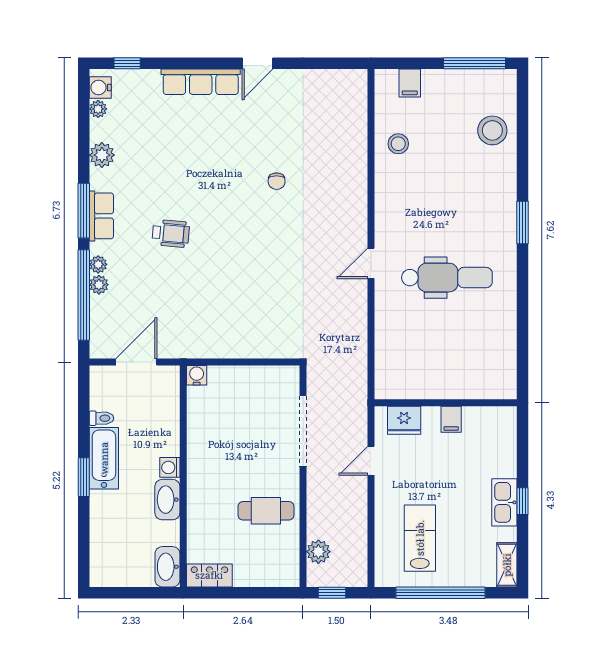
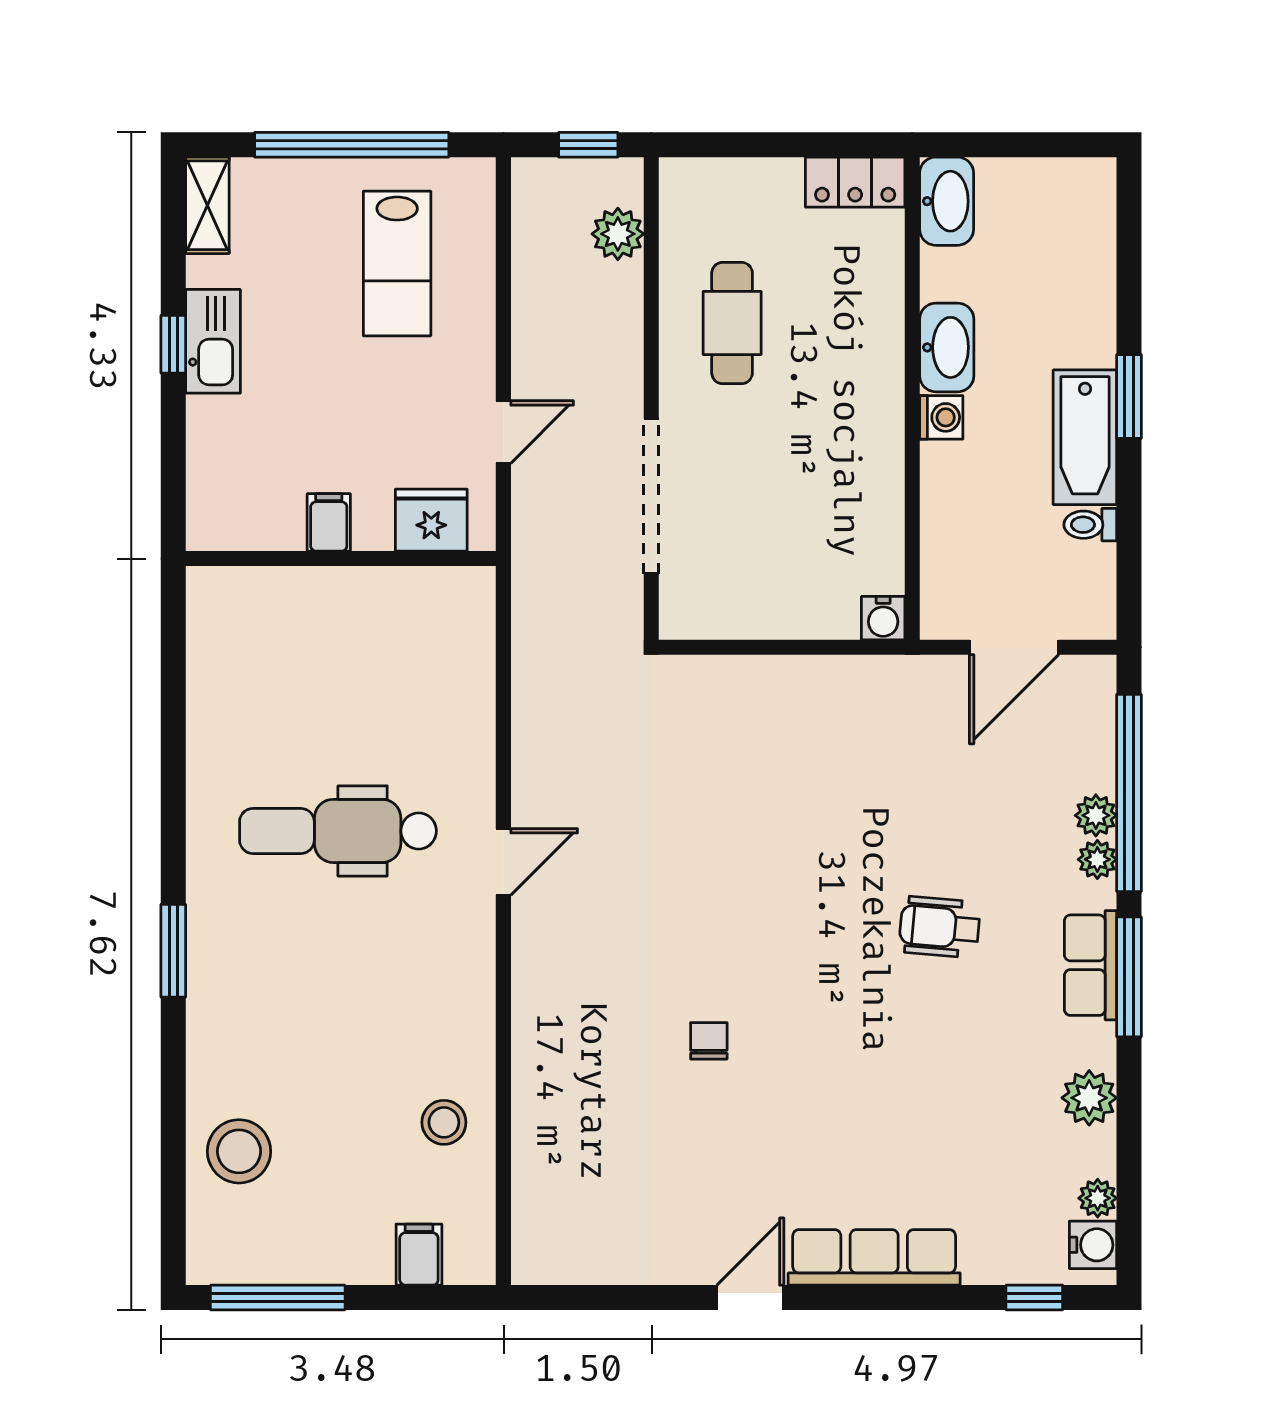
cafe table: (266, 511) -> (732, 323), turned 90

